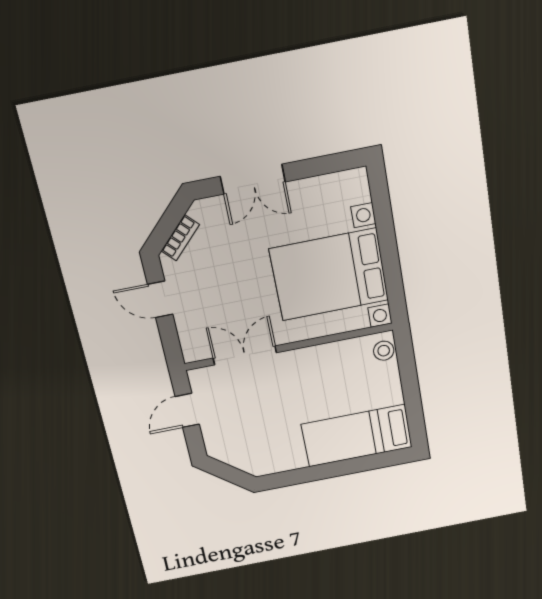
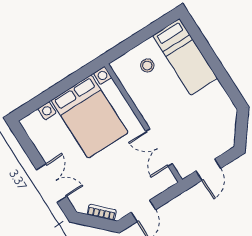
stool: (384, 351) -> (147, 65), moved
door: (187, 410) -> (208, 170), hinge flipped

